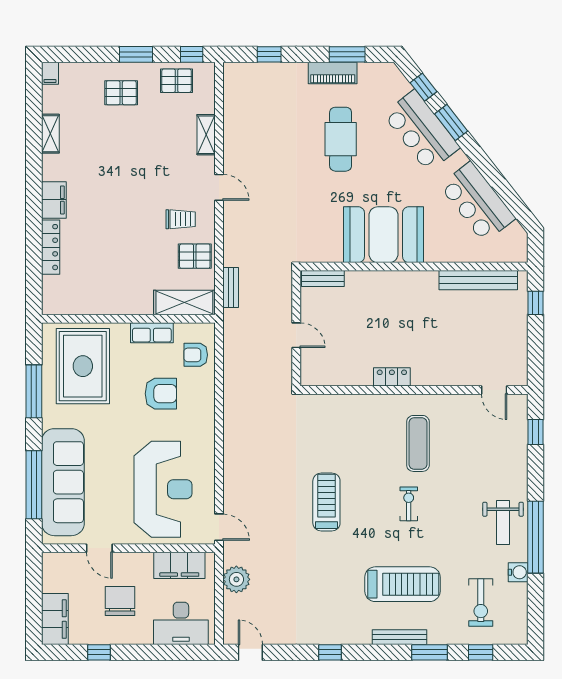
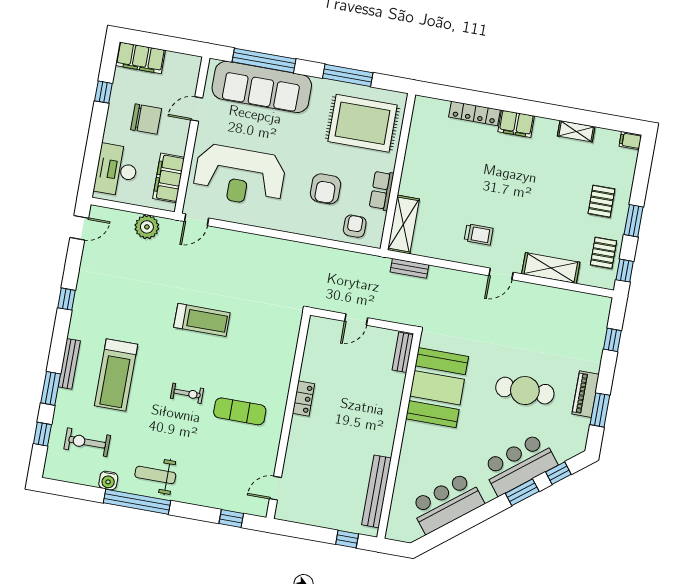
shelving: (206, 135) -> (551, 268), width x1.50, depth x1.33
trolley: (181, 219) -> (479, 234), turned -90
booth: (383, 235) -> (437, 388), moved
pallet: (195, 256) -> (443, 241), removed

